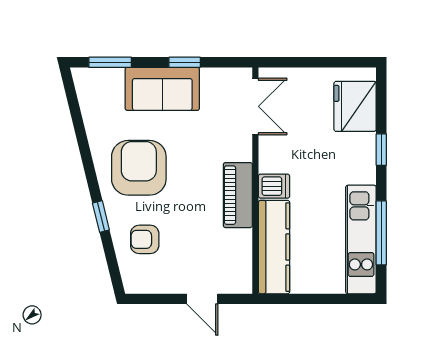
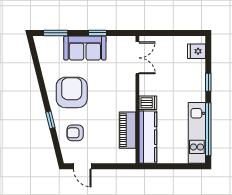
fridge: (355, 106) -> (197, 51), width x0.53, depth x0.75
piano: (238, 195) -> (127, 130), moved
window: (381, 233) -> (208, 129), width x1.46
door: (202, 299) -> (82, 166), moved

